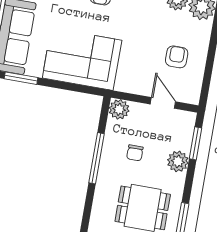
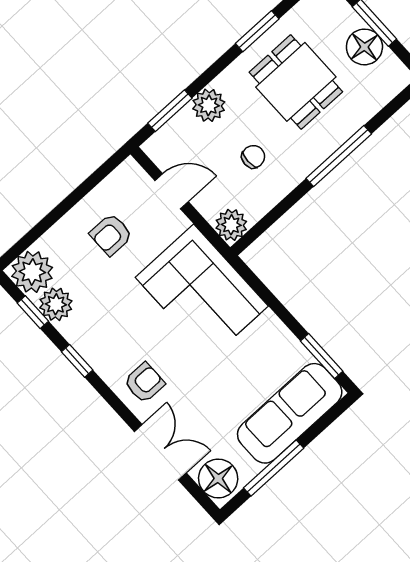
corner sofa: (82, 59) -> (202, 292), moved
door: (163, 103) -> (172, 191), swing flipped
window: (96, 158) -> (339, 156), moved

